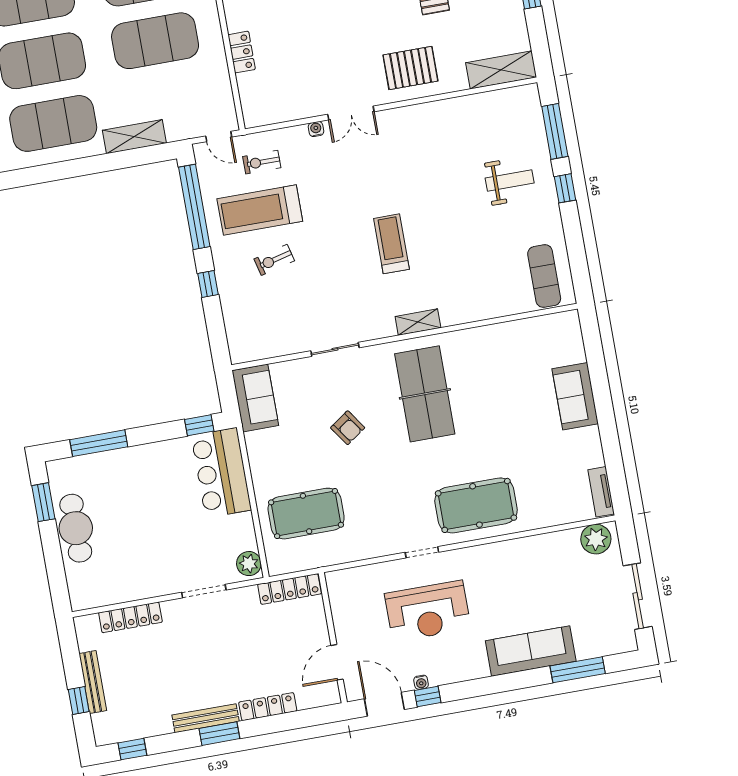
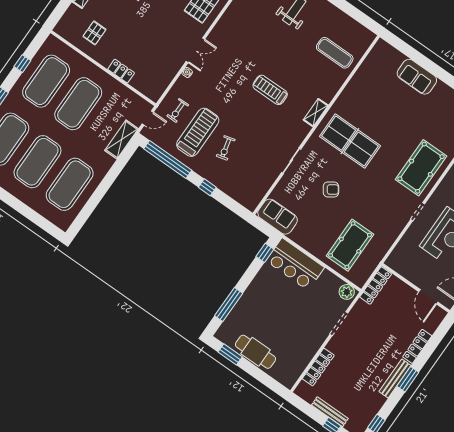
shelving: (134, 137) -> (122, 140), moved
treadmill: (260, 210) -> (198, 132), turned 180
exercise mat: (544, 276) -> (335, 53), moved

